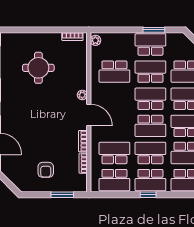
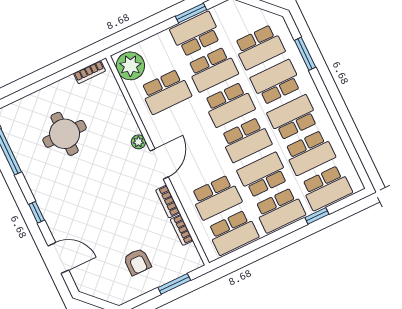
plant: (95, 40) -> (130, 66), width x1.88, depth x1.88
school desk: (150, 72) -> (212, 69), turned 180
school desk: (150, 99) -> (229, 105), turned 180
door: (89, 115) -> (159, 164), hinge flipped
school desk: (114, 153) -> (216, 197), turned 180
window: (148, 195) -> (317, 216), moved

